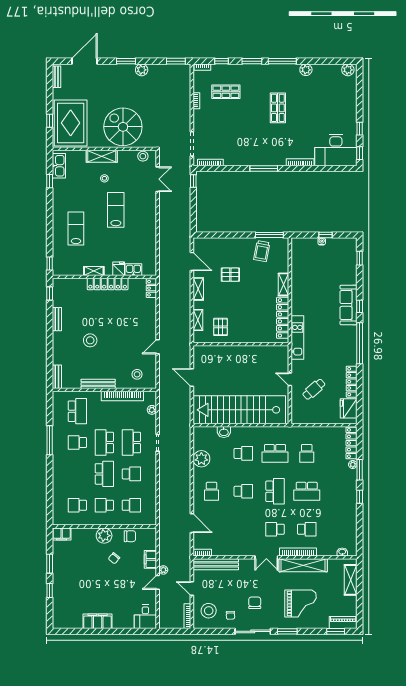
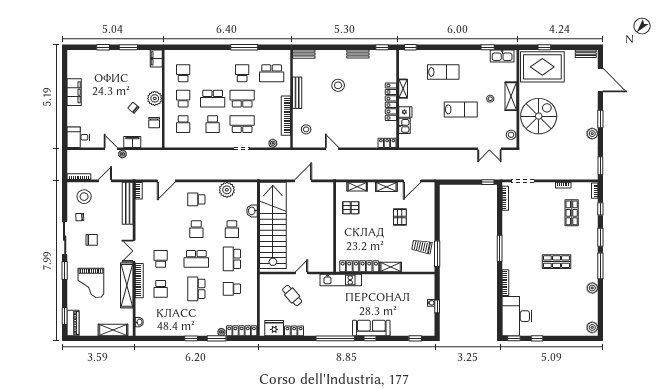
locker: (352, 382) -> (294, 331), width x0.66

